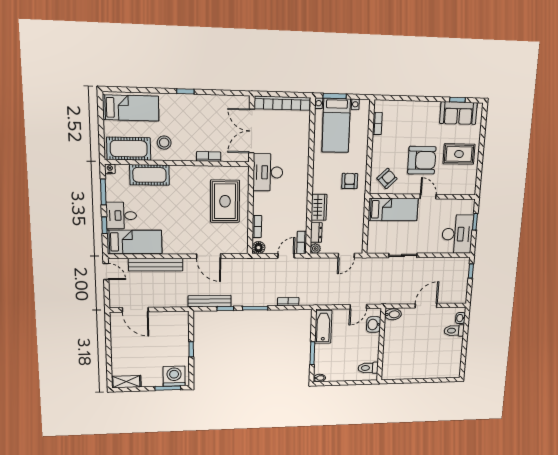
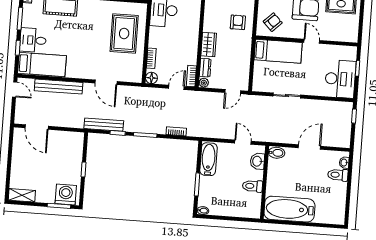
door: (358, 307) -> (243, 142), swing flipped
toilet: (368, 368) -> (252, 186), moved
bathtub: (406, 368) -> (289, 209), added

